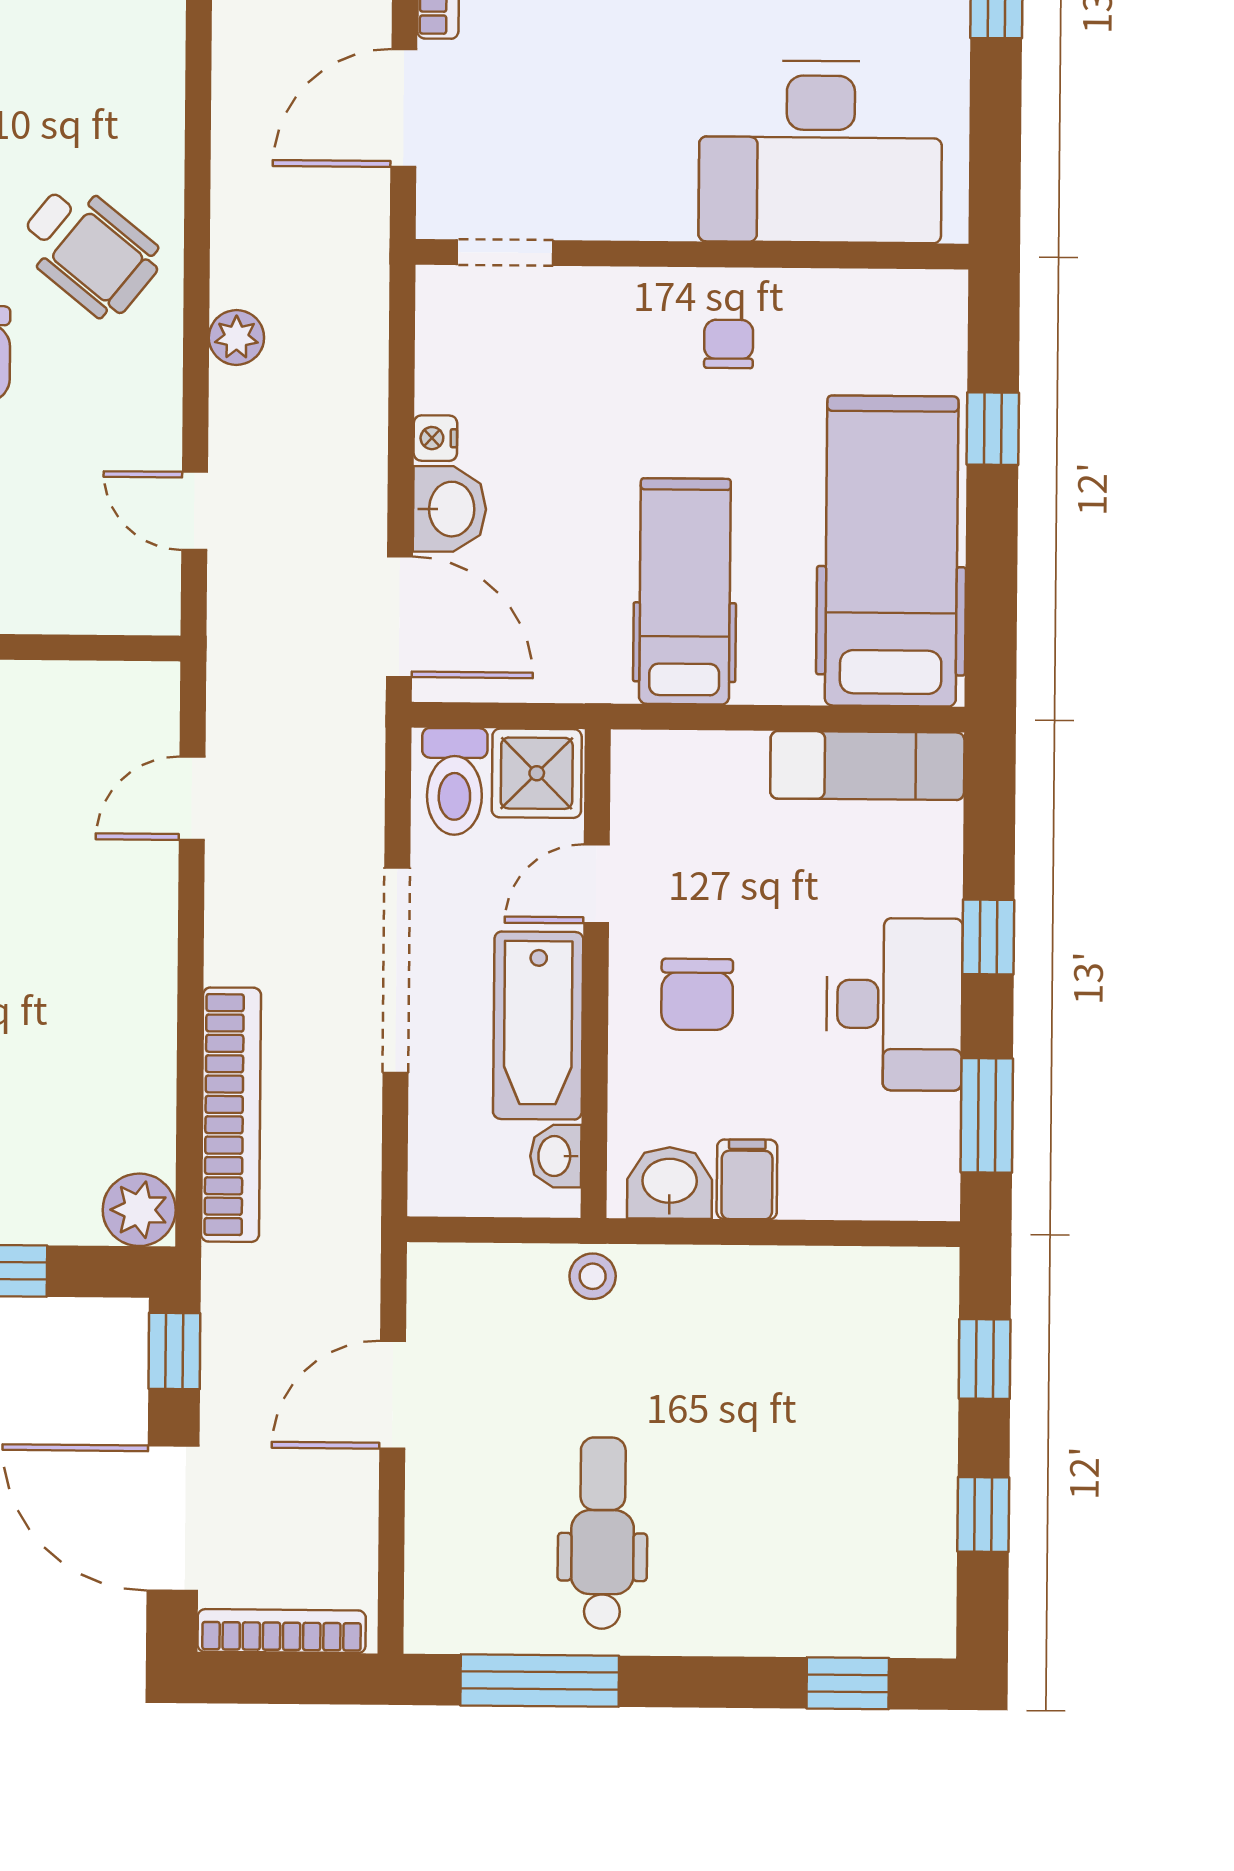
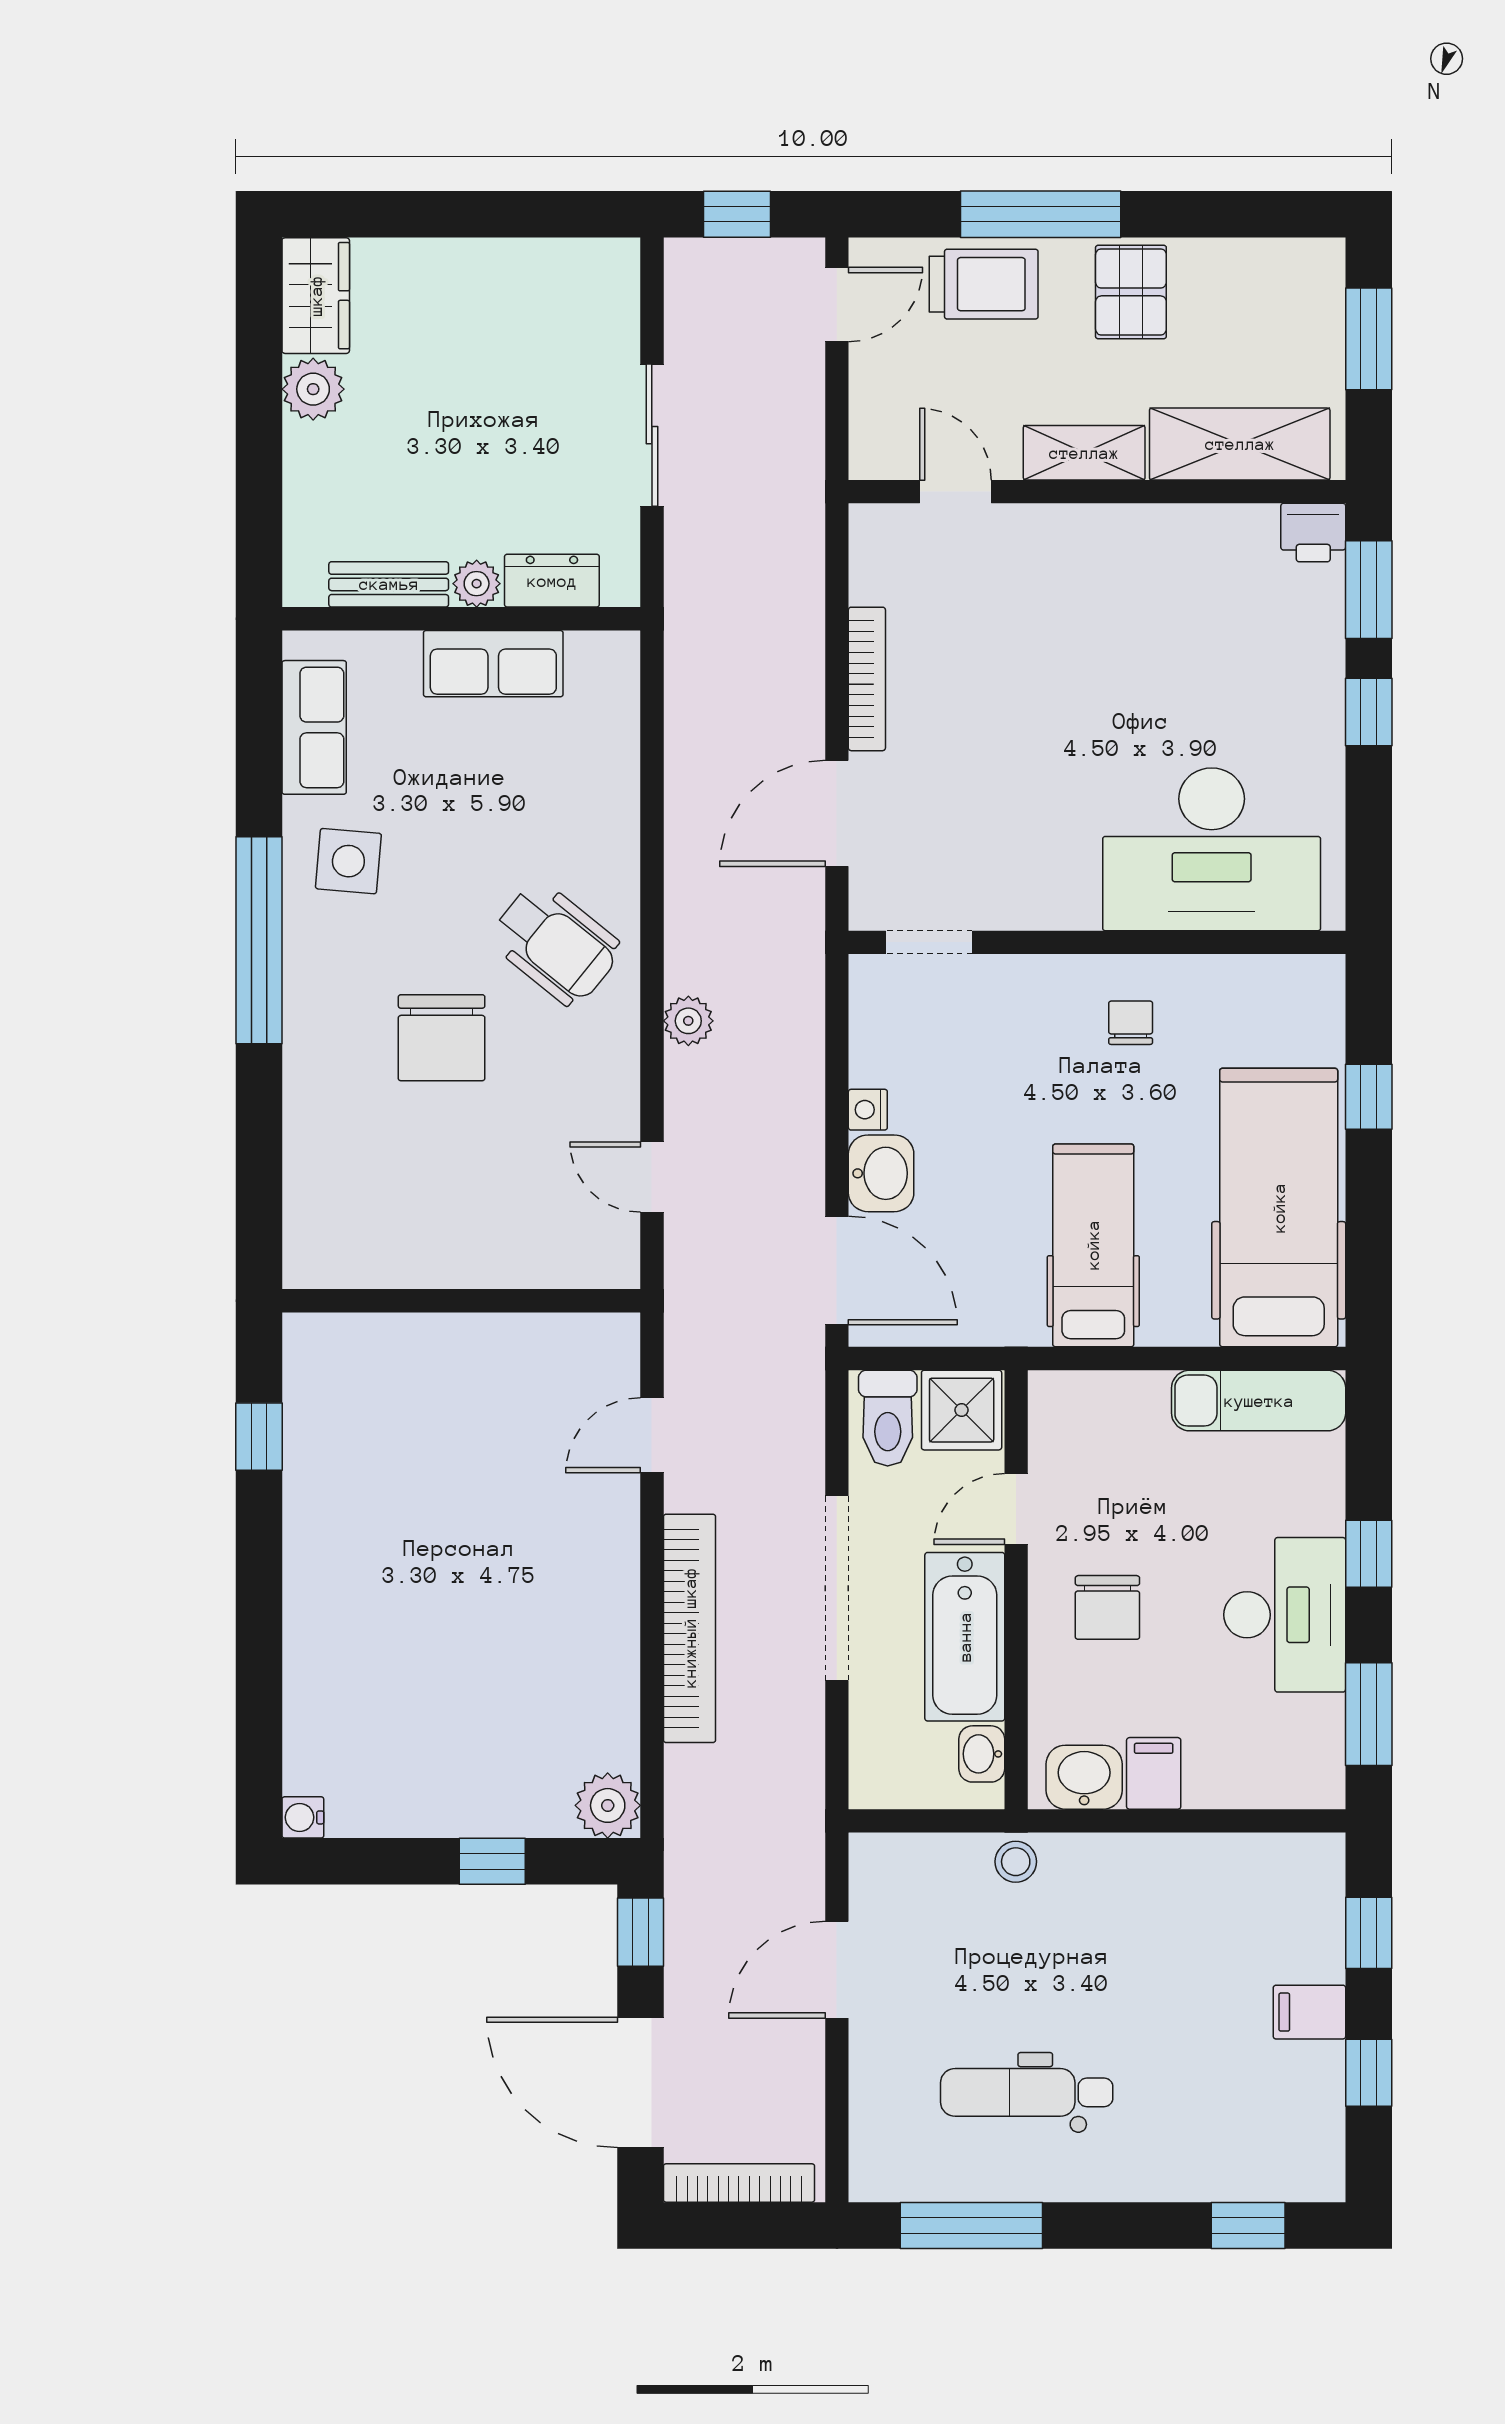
bookcase: (231, 1115) -> (690, 1628), moved
filing cabinet: (918, 1446) -> (1309, 2012), added
dental chair: (603, 1533) -> (1027, 2092), turned -90

